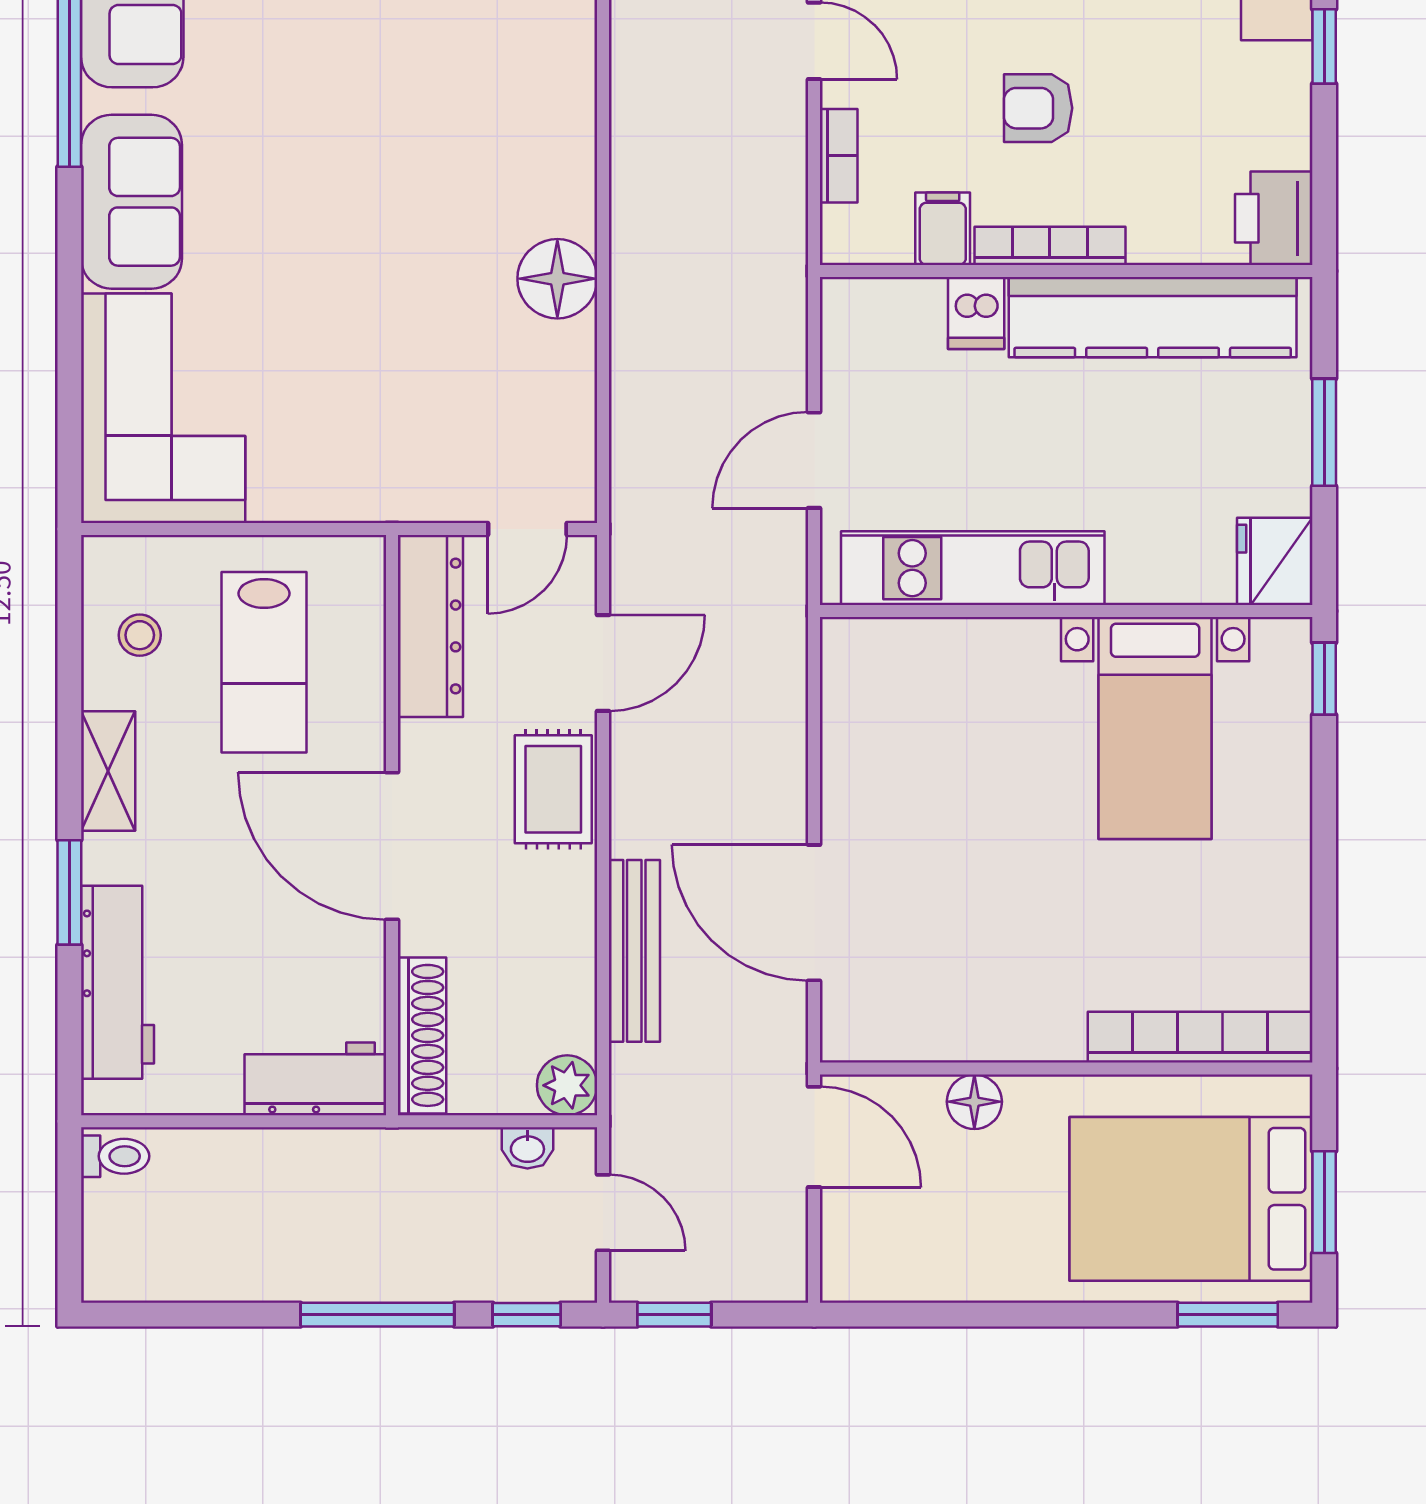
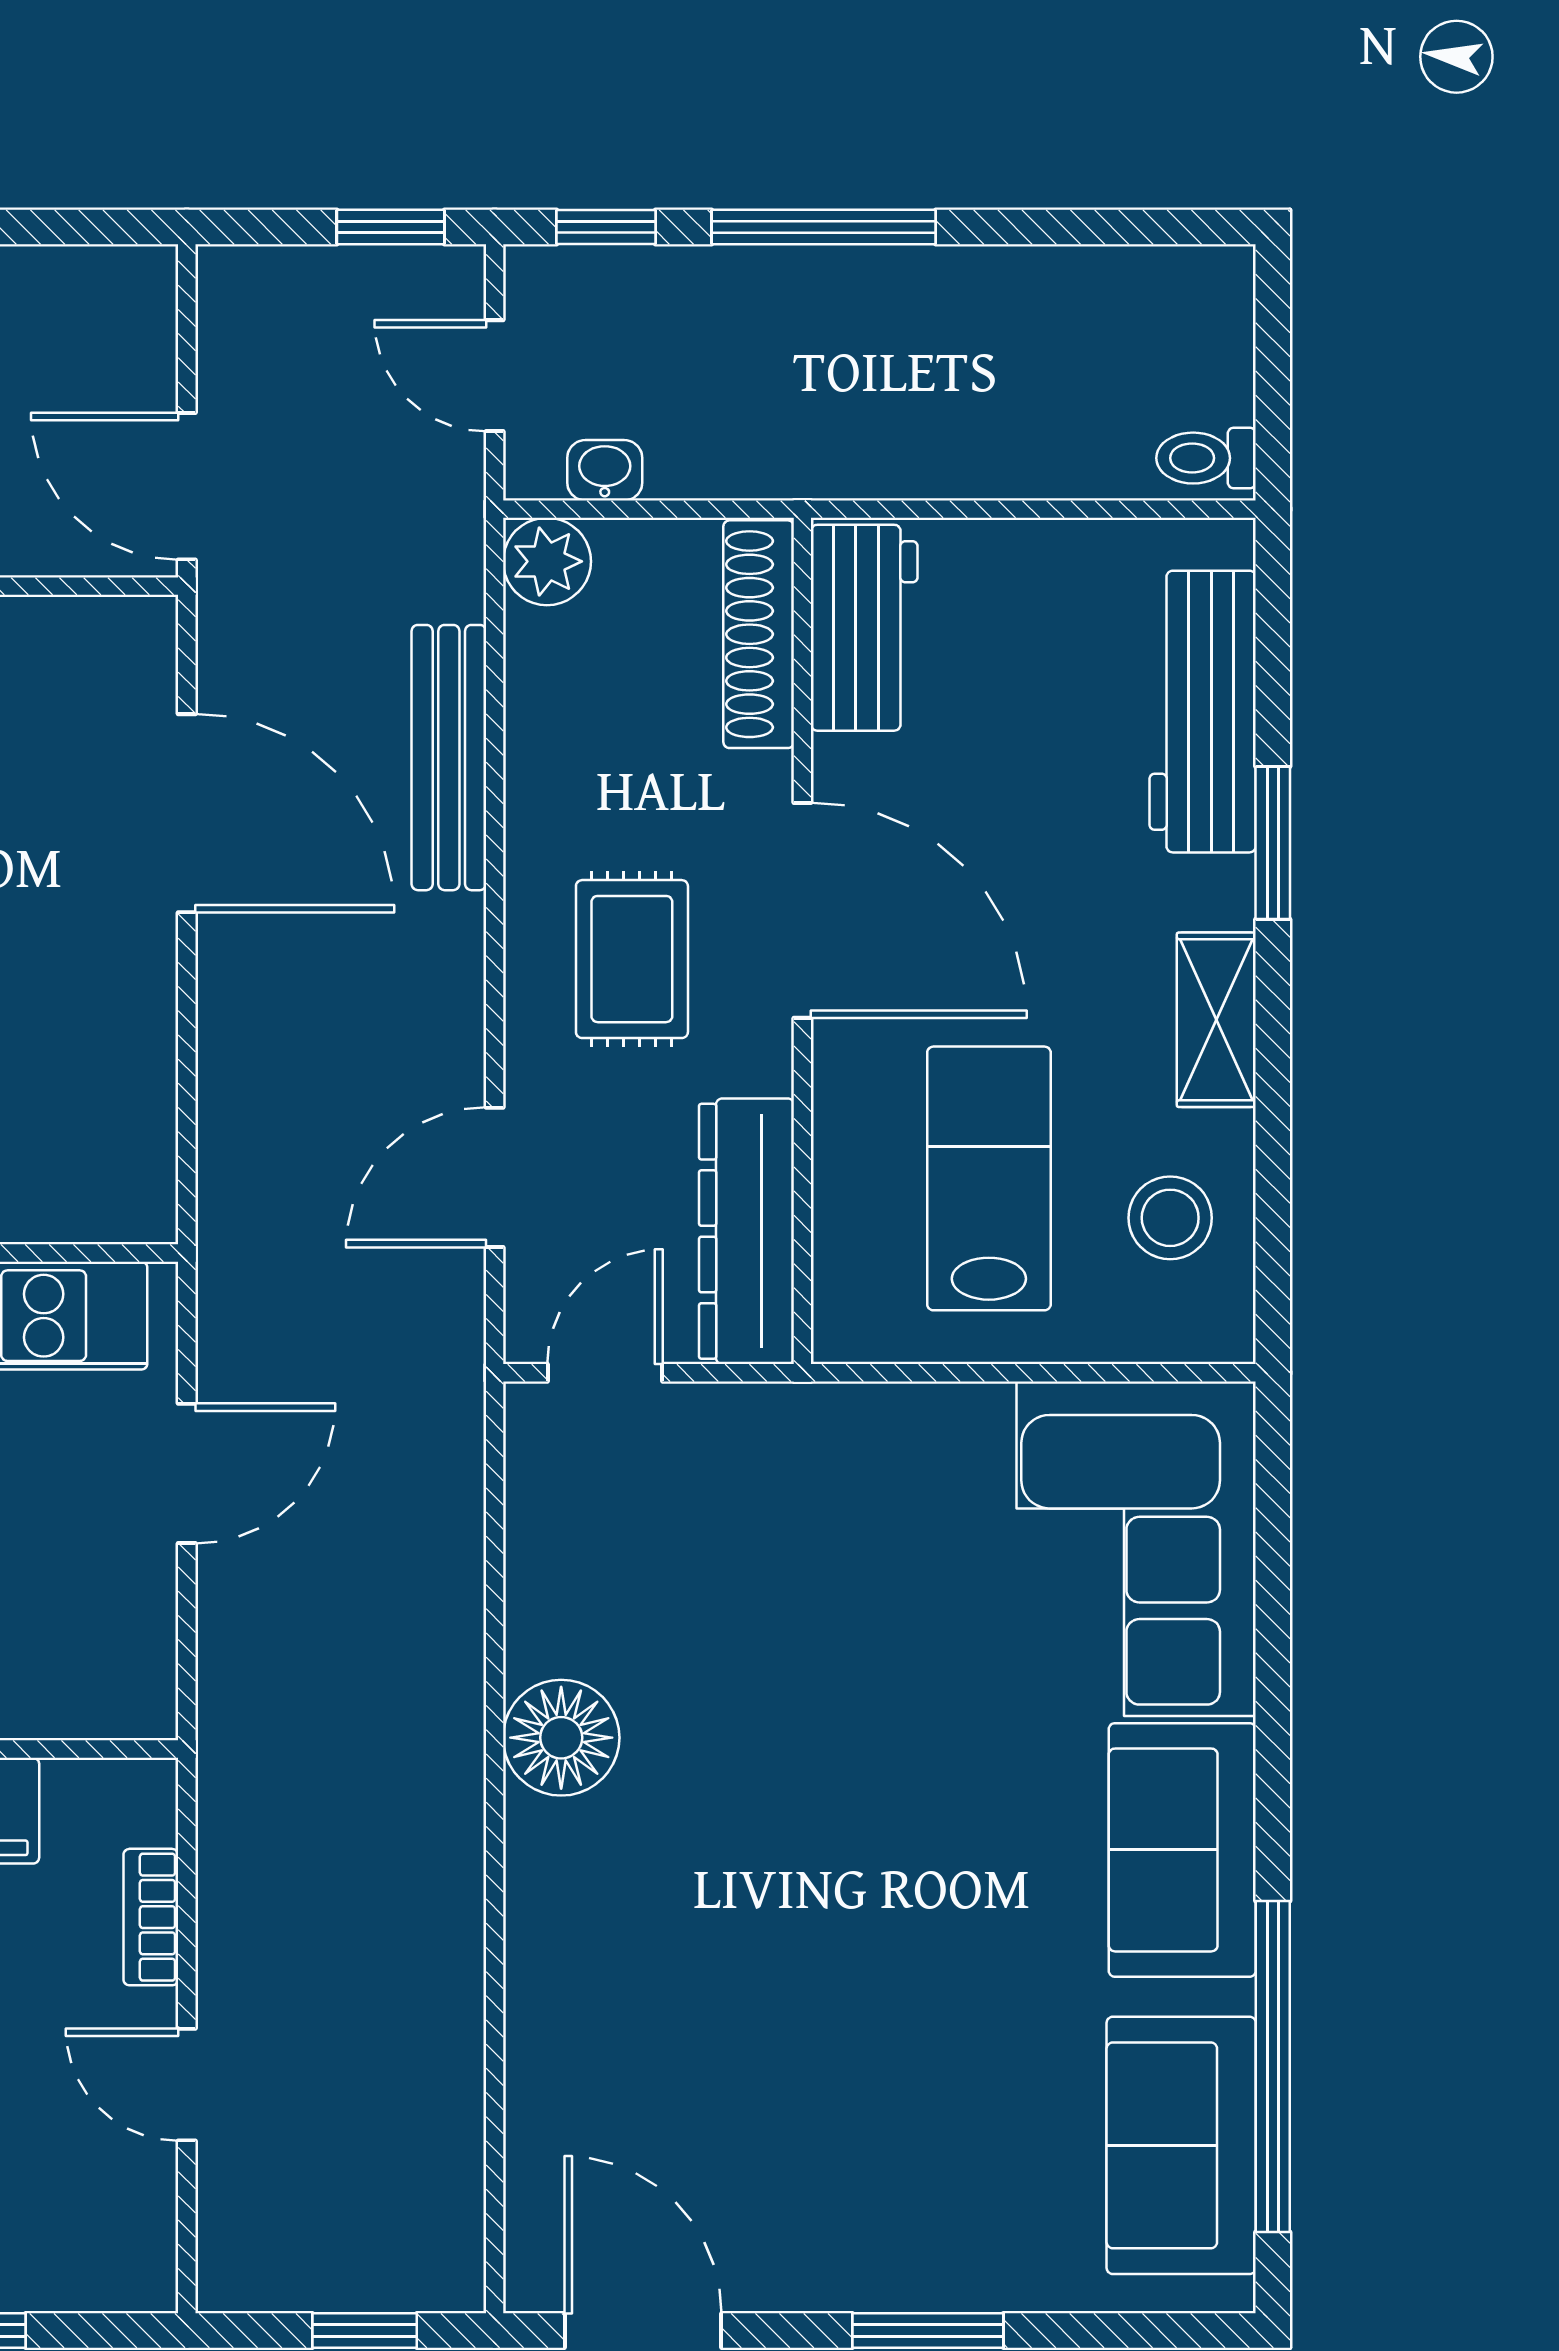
stool: (140, 635) -> (1170, 1218), width x1.37, depth x1.37
rug: (553, 789) -> (632, 959), moved
workbench: (315, 1079) -> (864, 628), moved, turned -90

